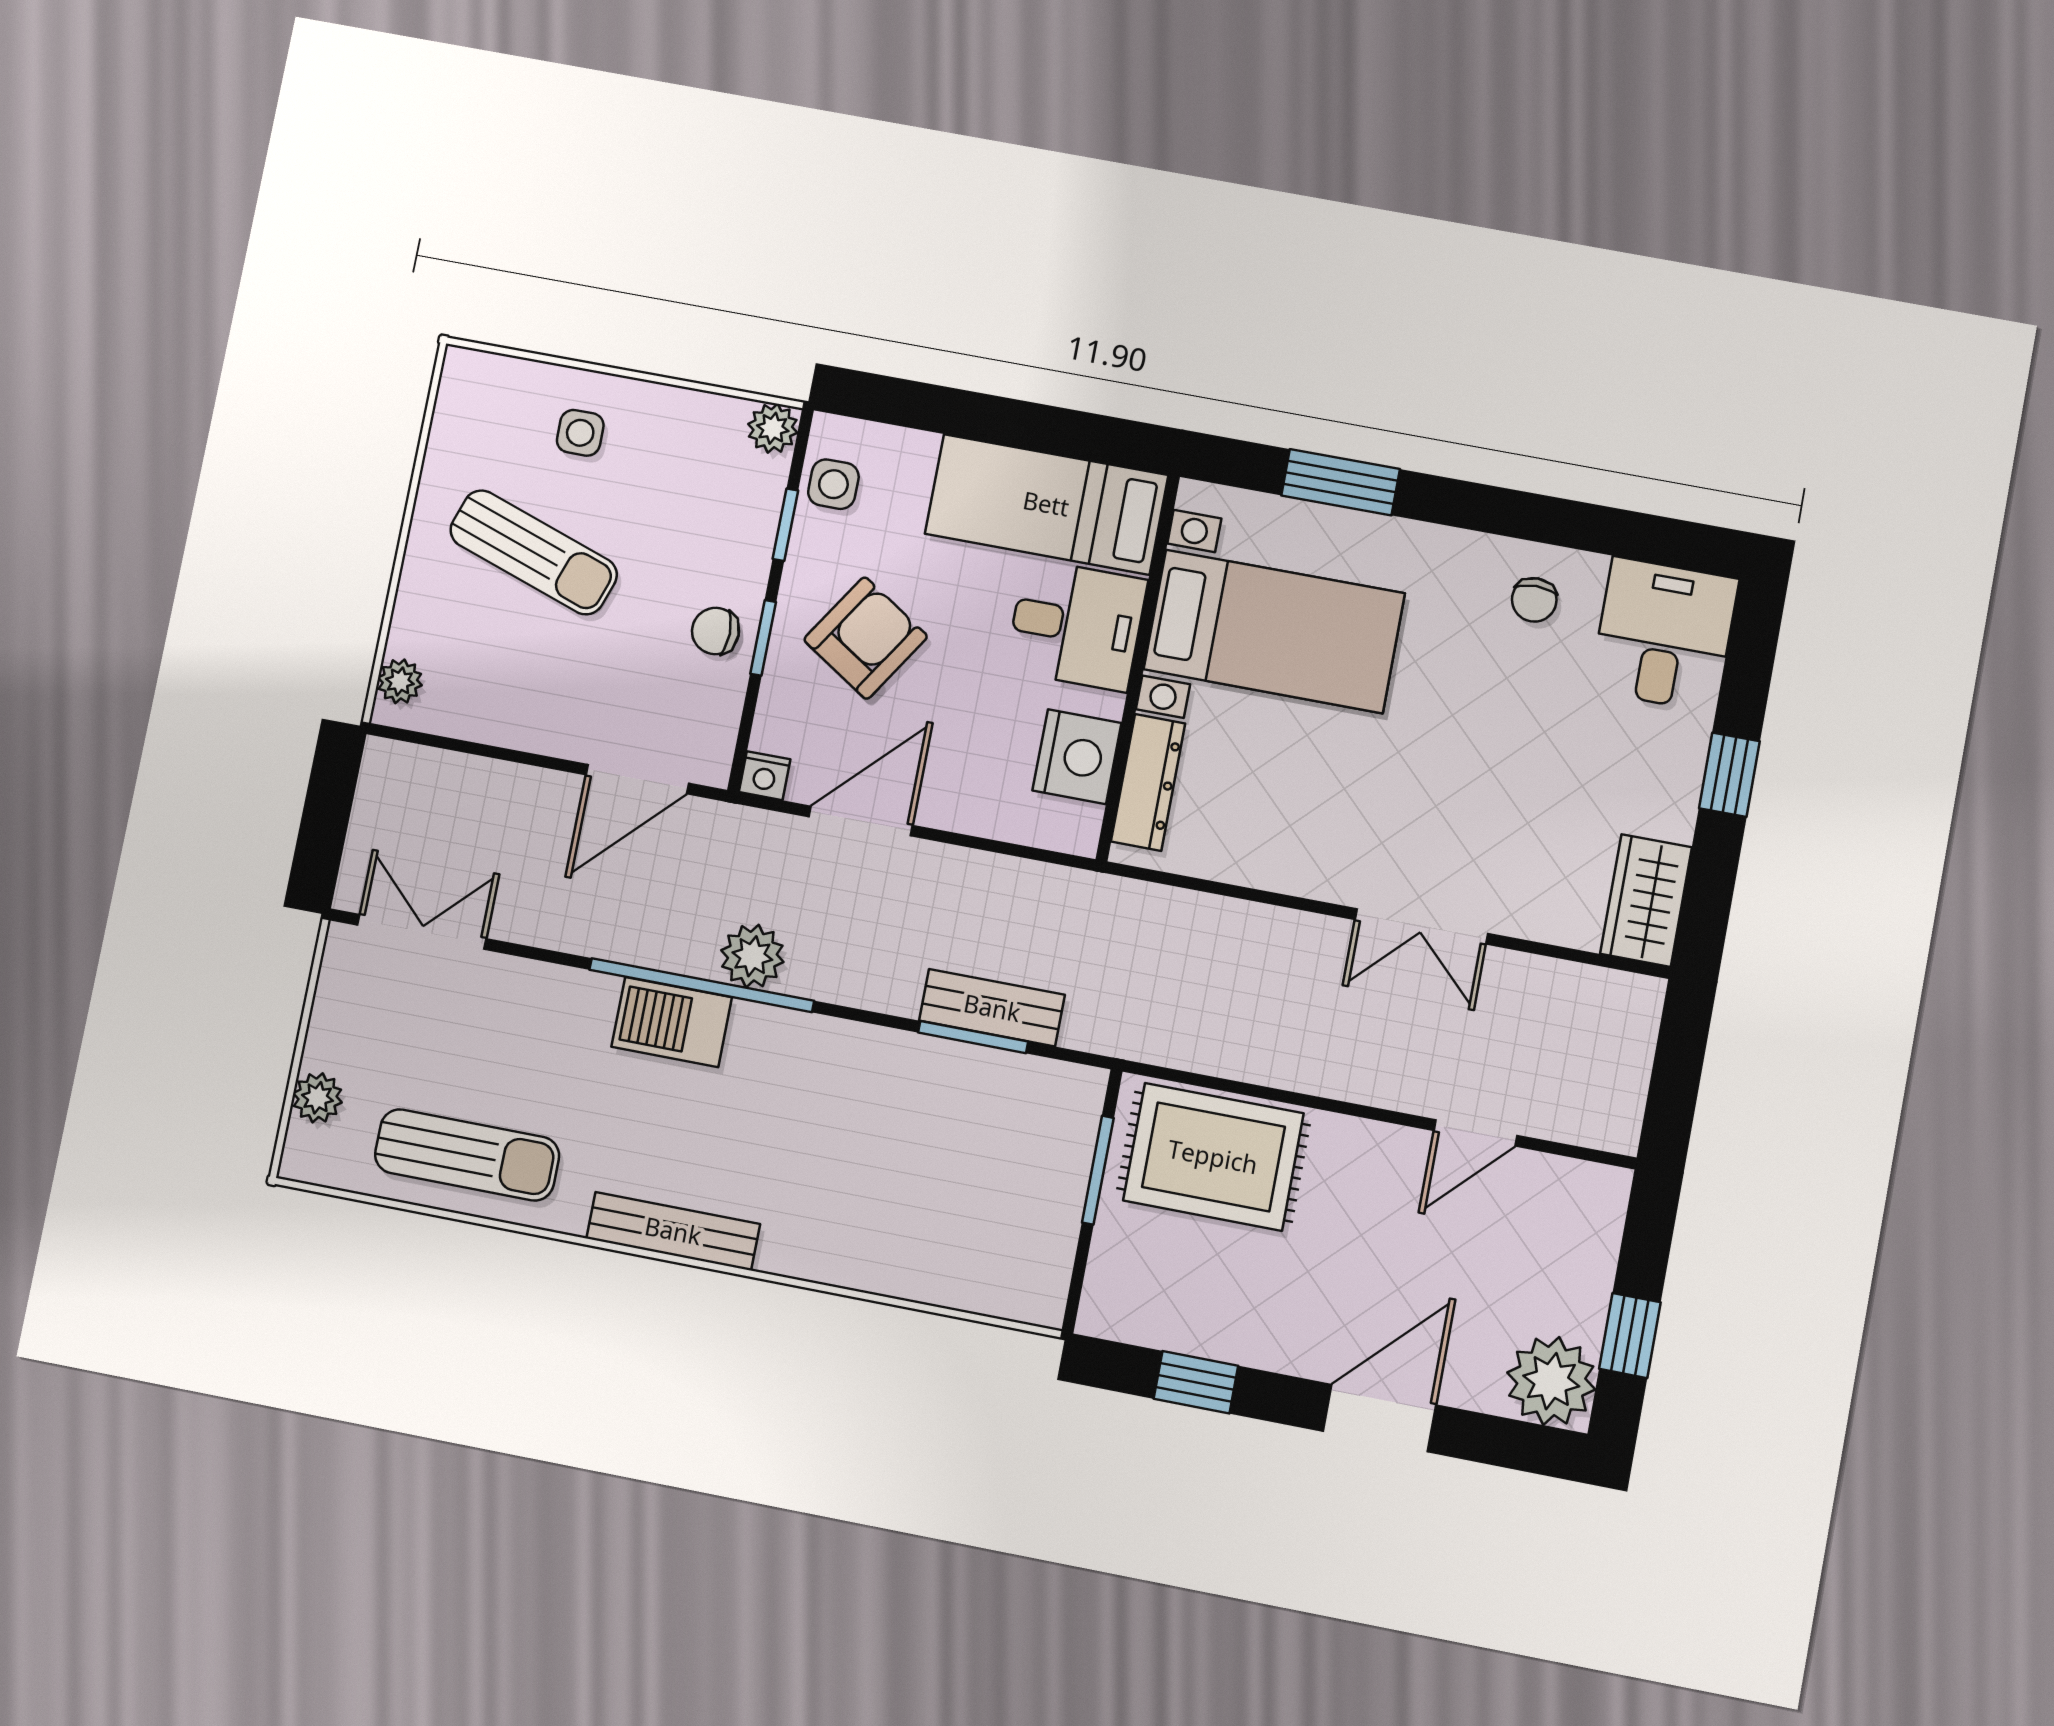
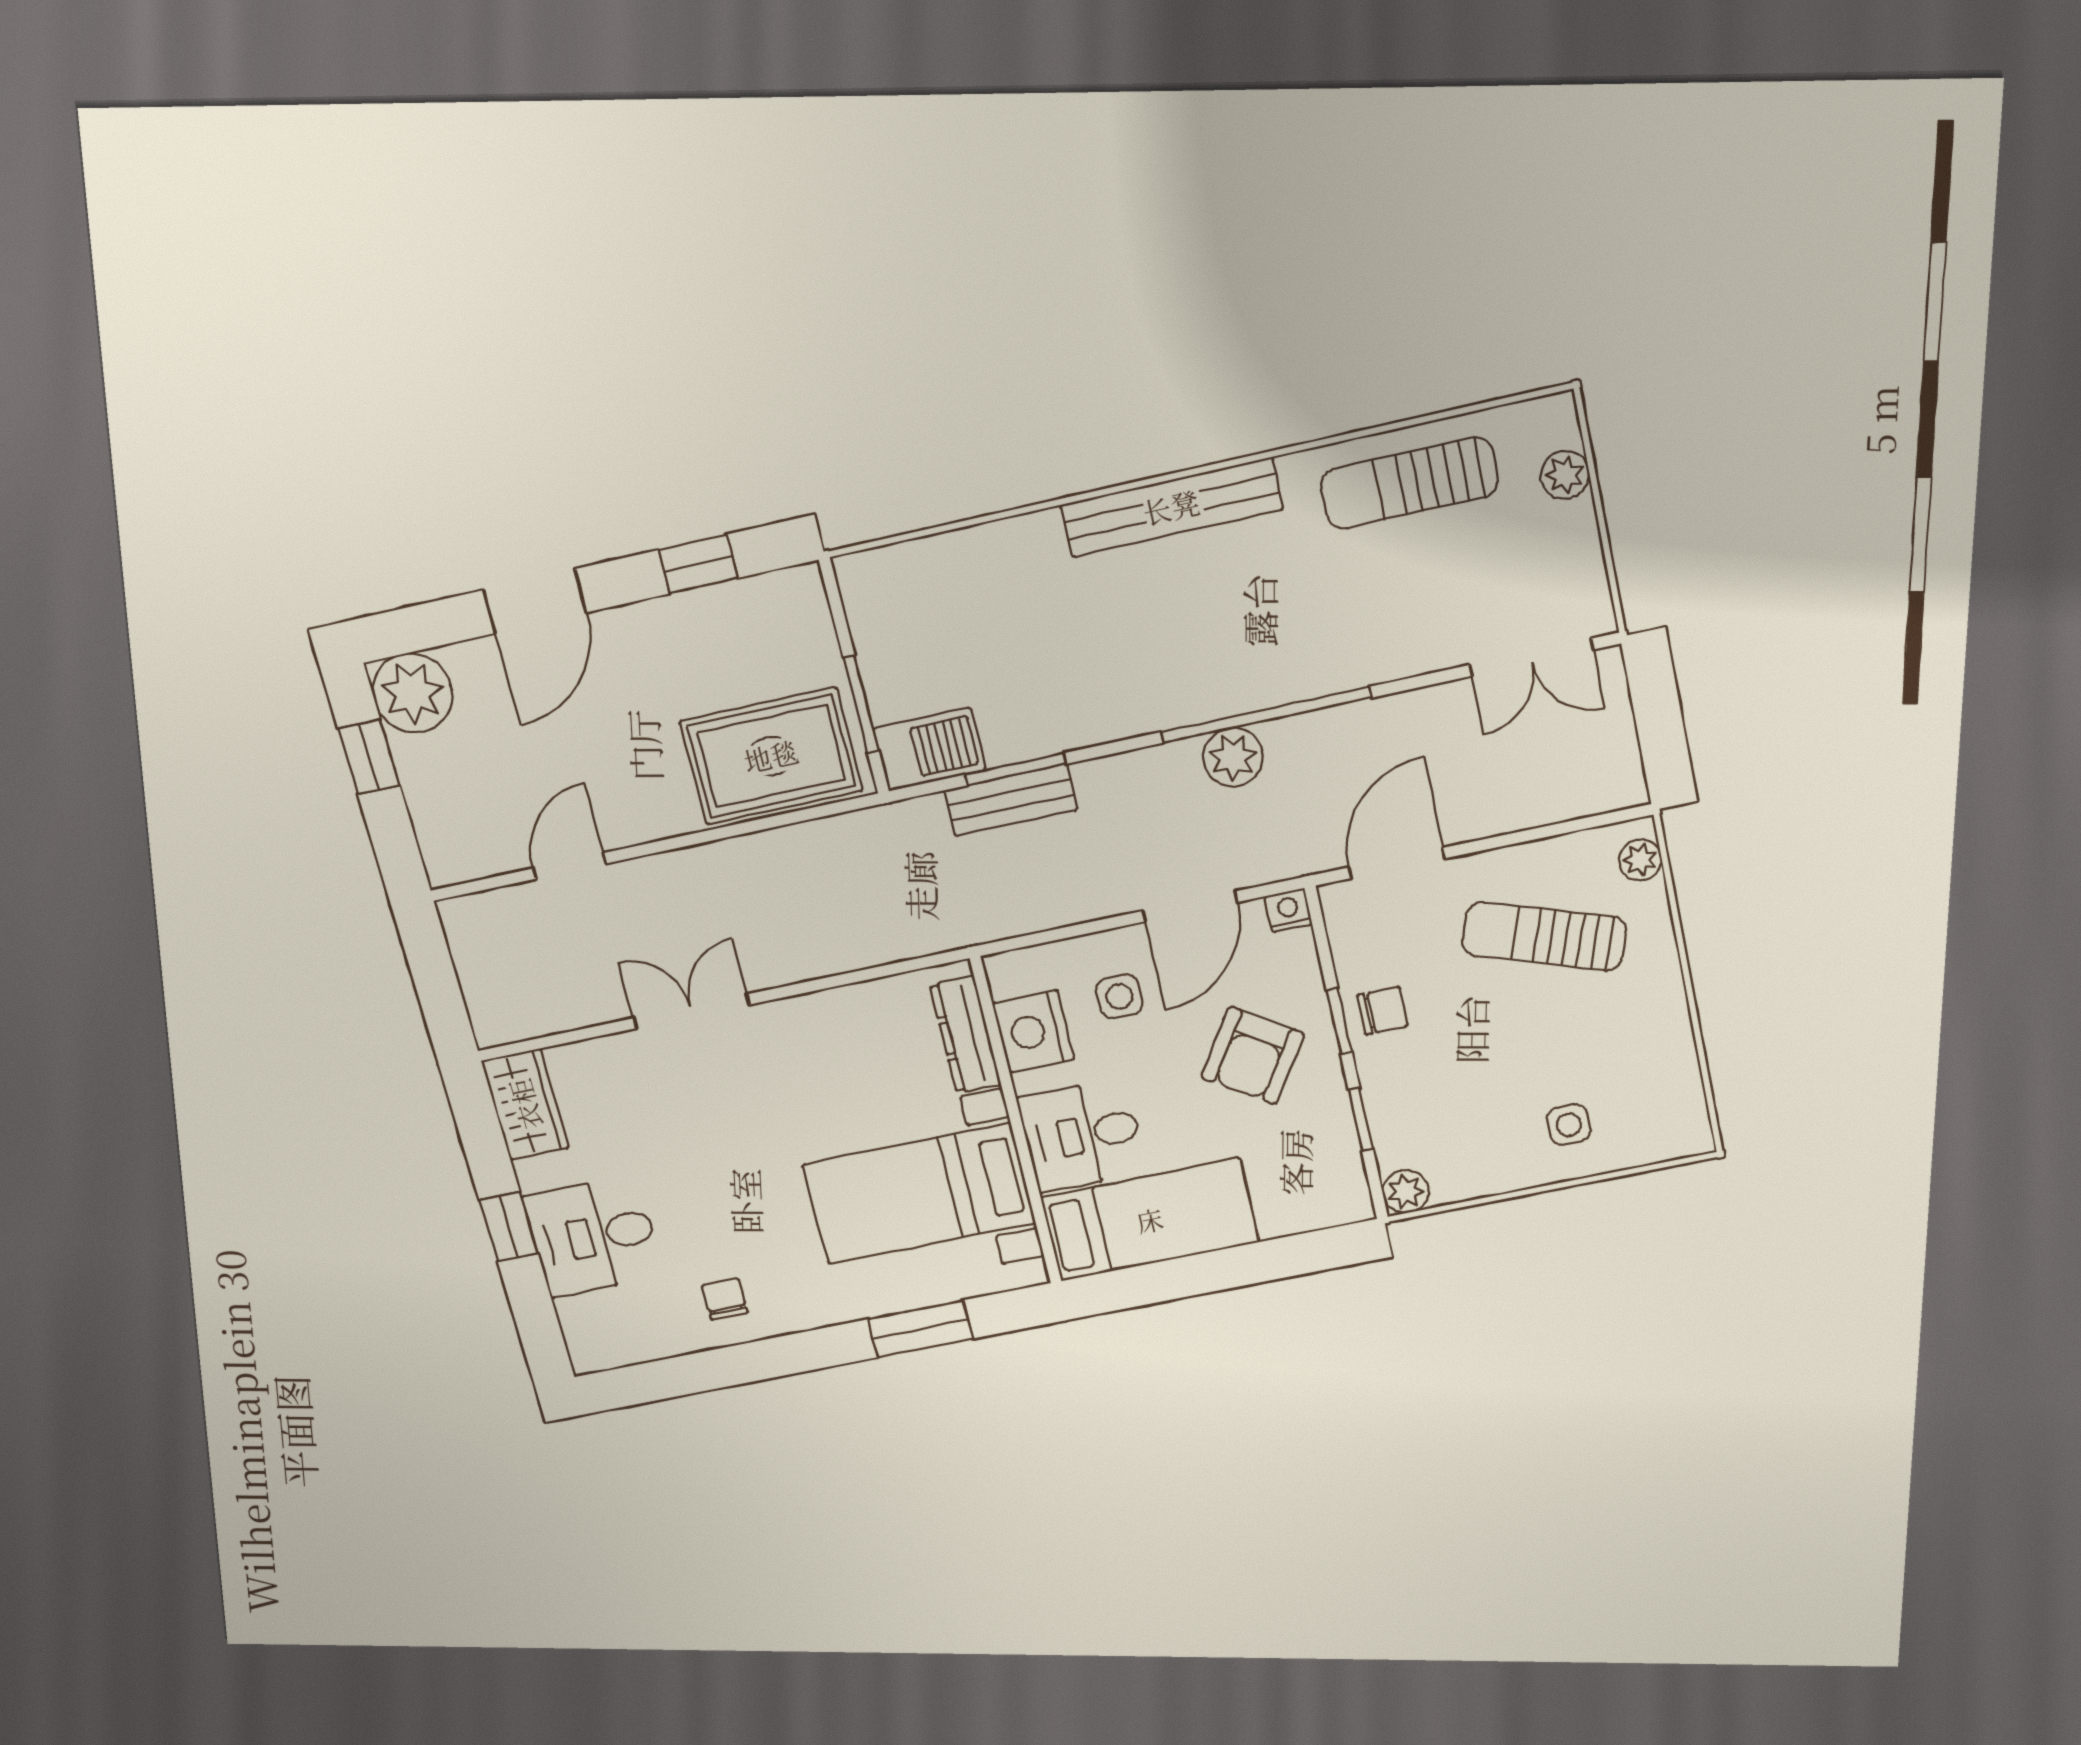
side table: (833, 484) -> (1119, 996), moved
sun lounger: (534, 552) -> (1544, 936), moved
desk: (1664, 635) -> (594, 1236), moved, turned 90
barbecue: (672, 1022) -> (930, 749), moved
bench: (673, 1231) -> (1171, 507), width x1.37, depth x1.21

